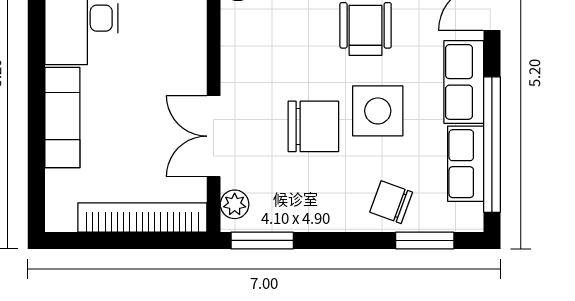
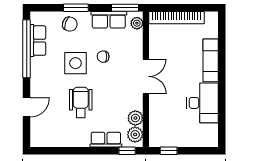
row of seats: (464, 82) -> (109, 20), moved, turned 90
chair: (313, 126) -> (103, 57), width x0.54, depth x0.54
double door: (214, 136) -> (146, 76), moved
window: (425, 240) -> (76, 8), moved

